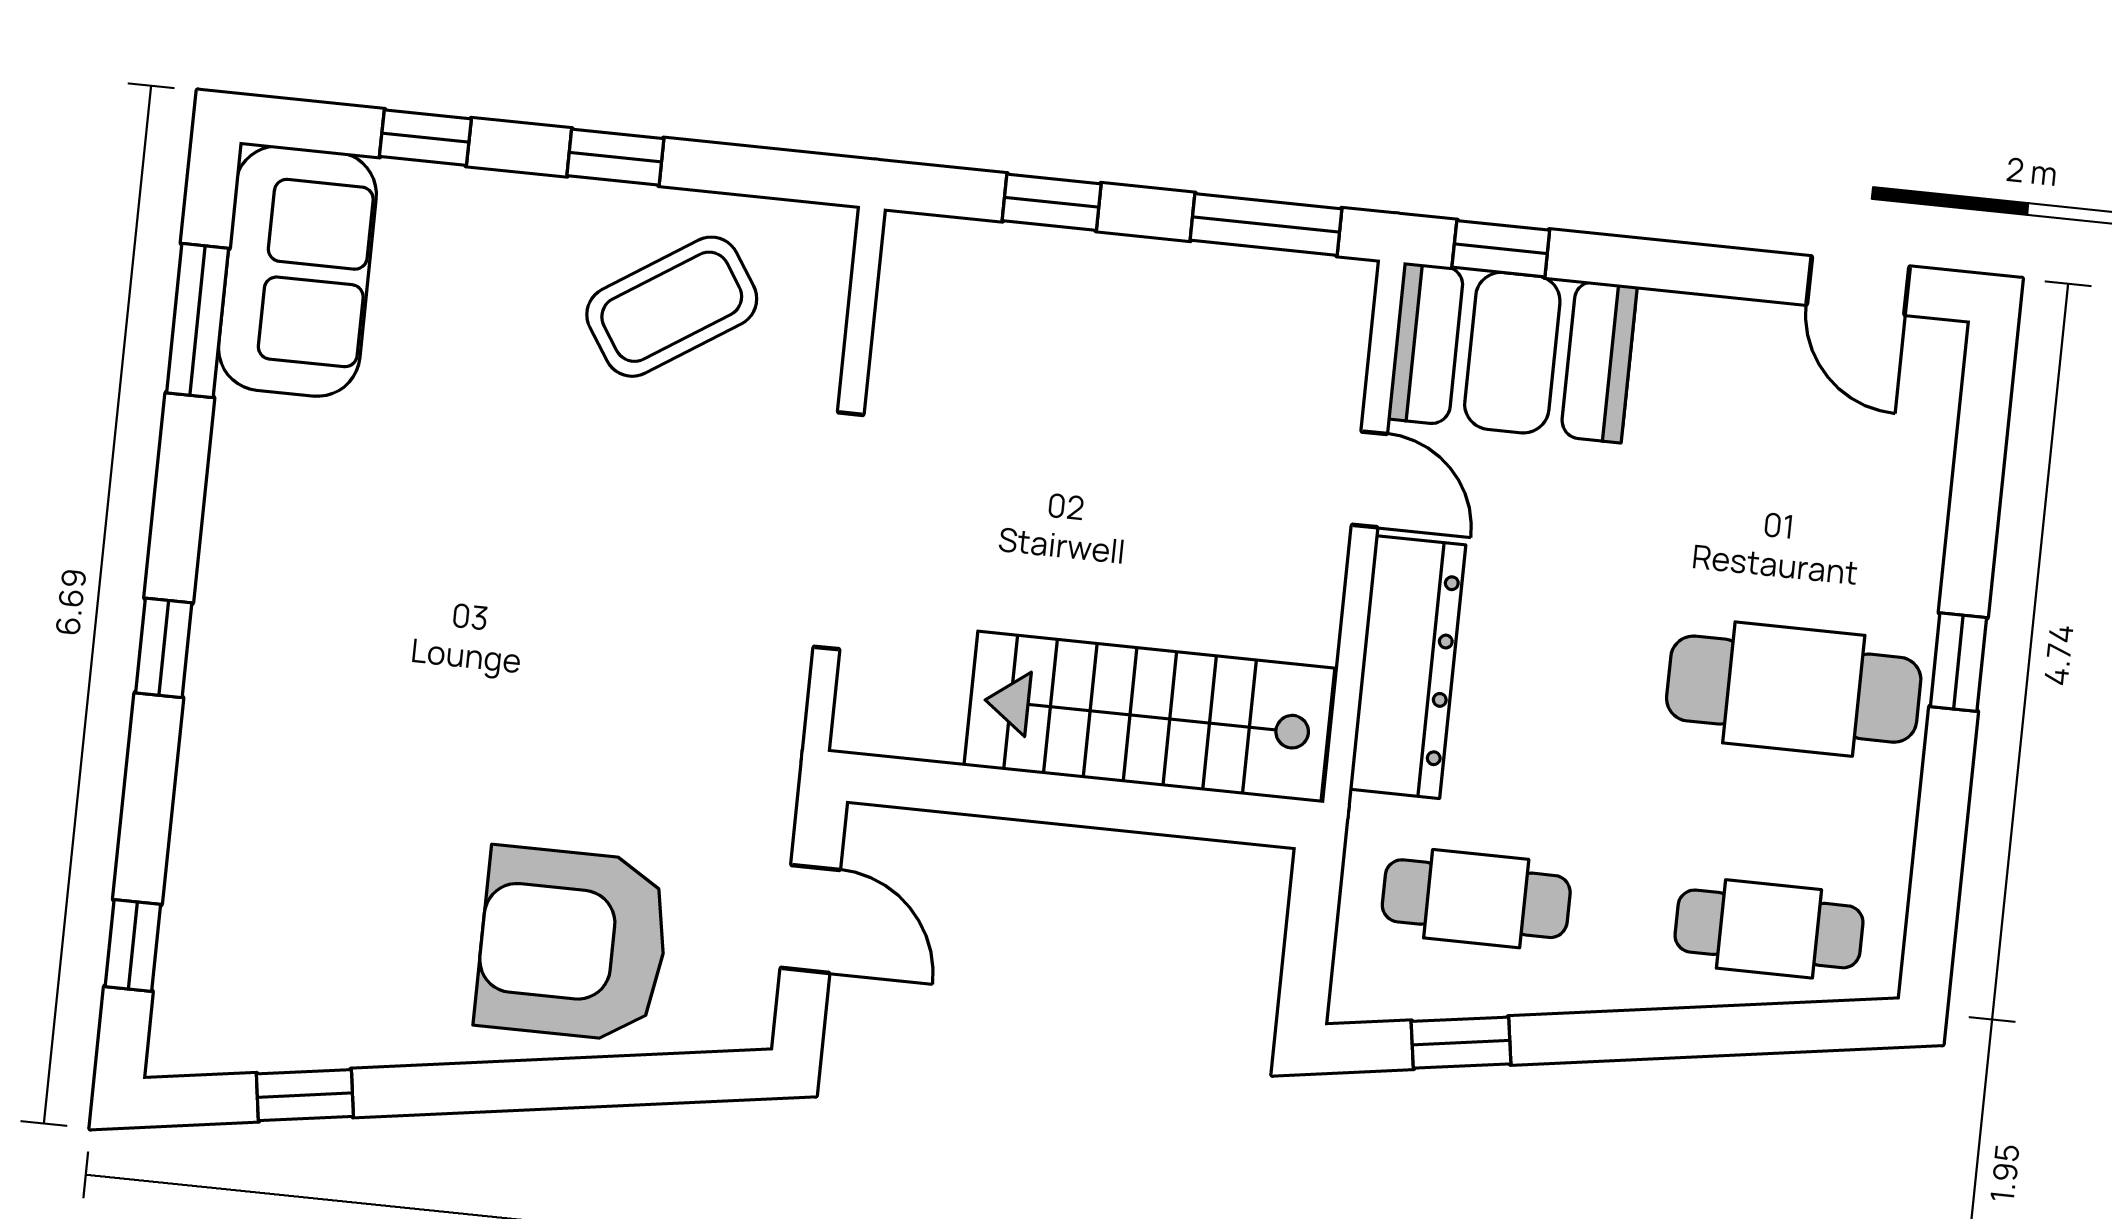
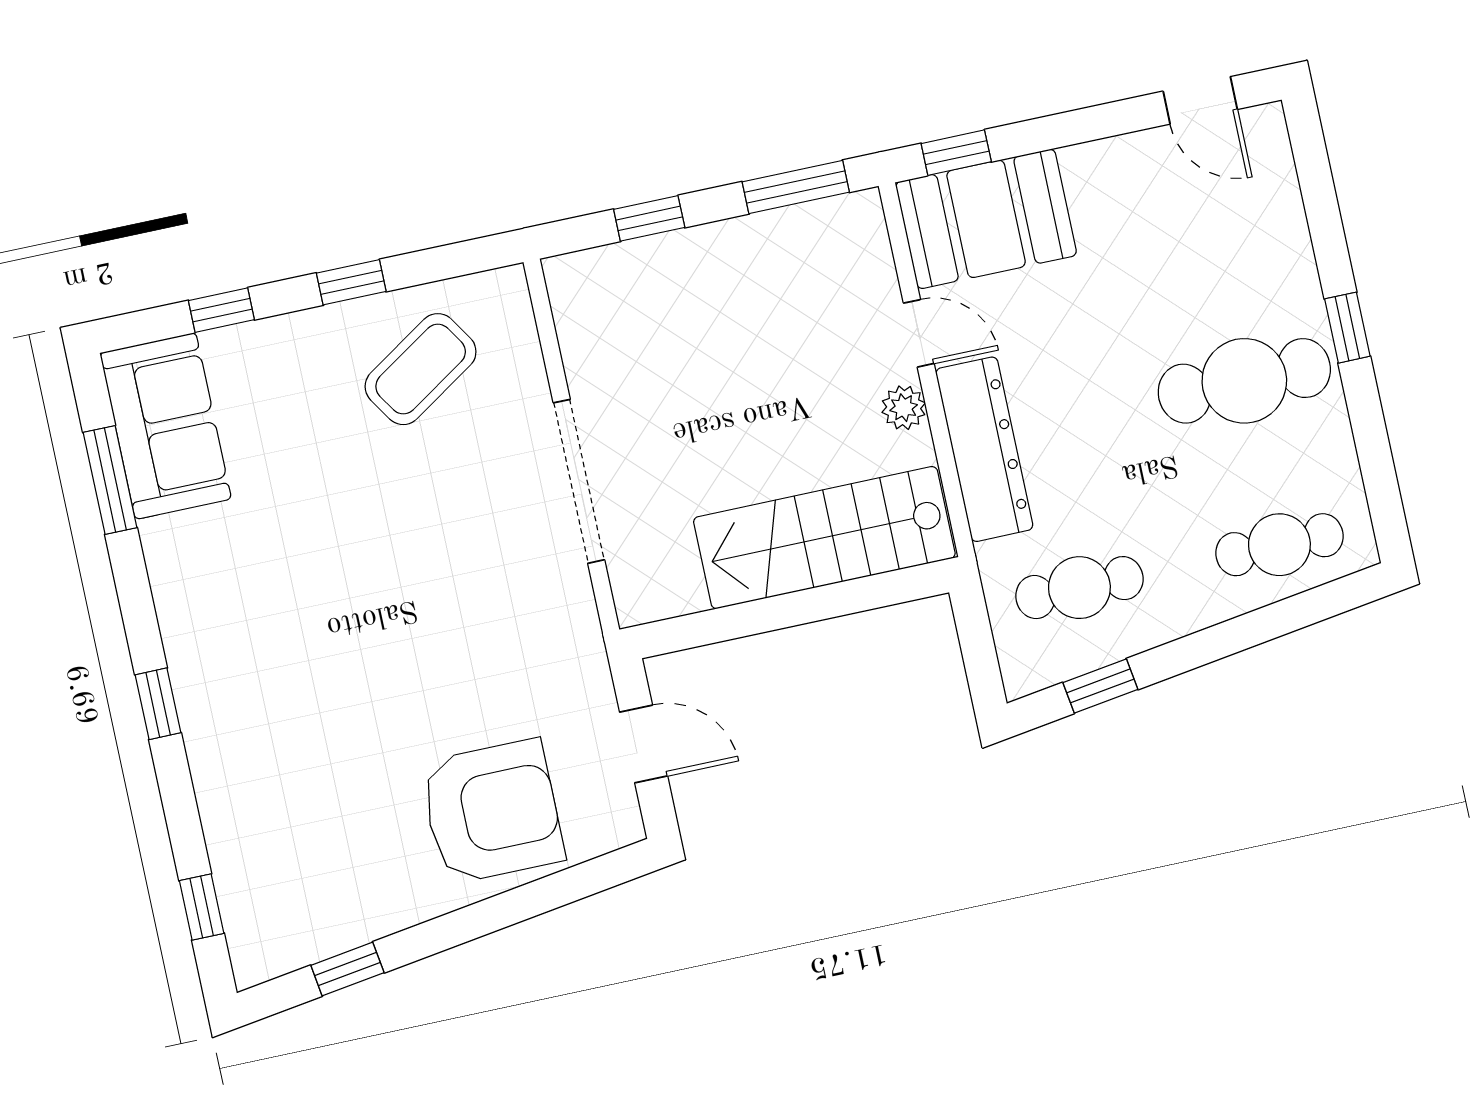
plant: (1316, 574) -> (904, 408), added
armchair: (573, 944) -> (492, 812), turned 180

